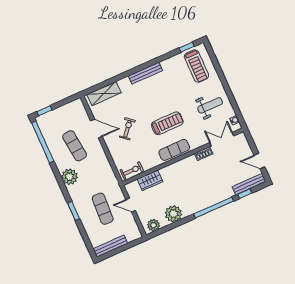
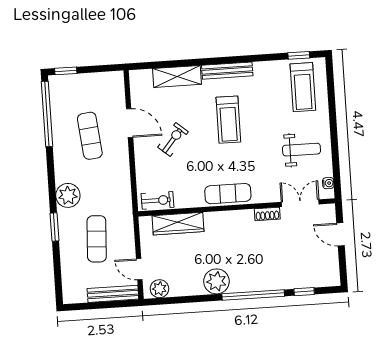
shelving: (104, 94) -> (177, 76), moved
treadmill: (167, 123) -> (228, 120), moved, turned 90
door: (259, 161) -> (341, 234), moved
plant: (70, 177) -> (68, 195), moved
wardrobe: (150, 180) -> (178, 224), width x1.50
bench: (249, 184) -> (315, 281), removed
door: (131, 205) -> (139, 269), moved
plant: (174, 214) -> (216, 281), moved
bench: (110, 246) -> (113, 294), moved

